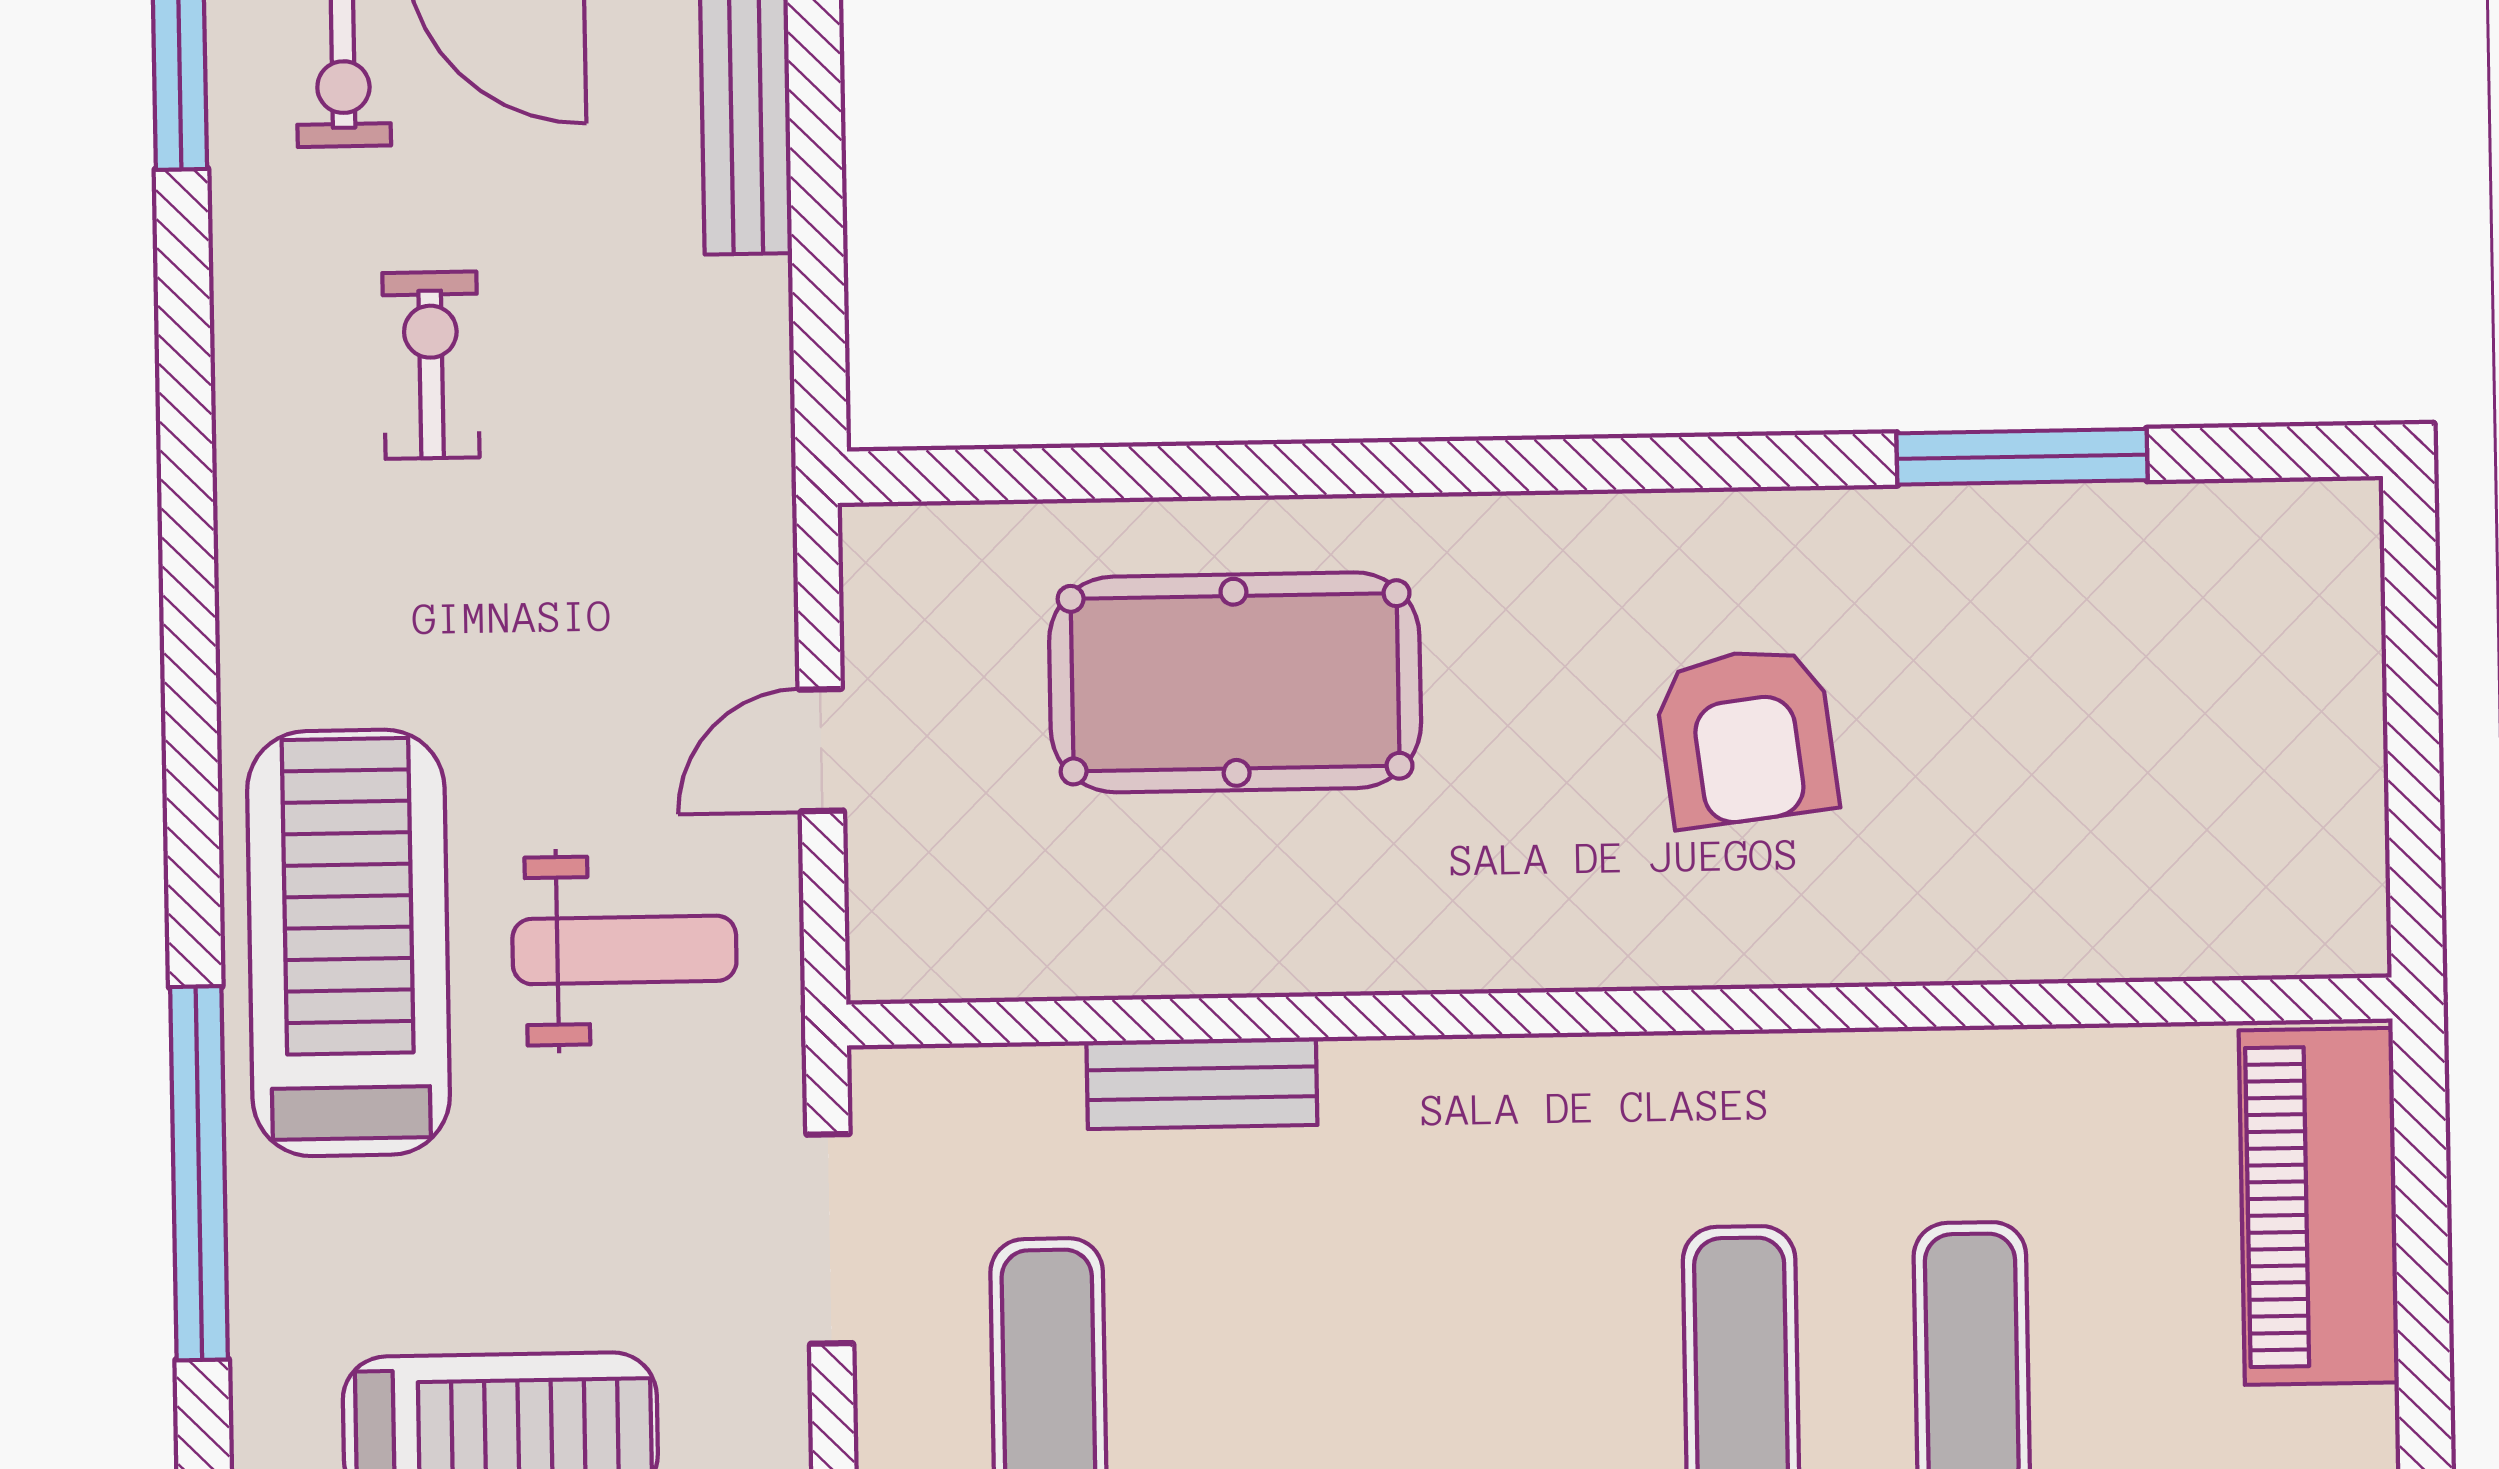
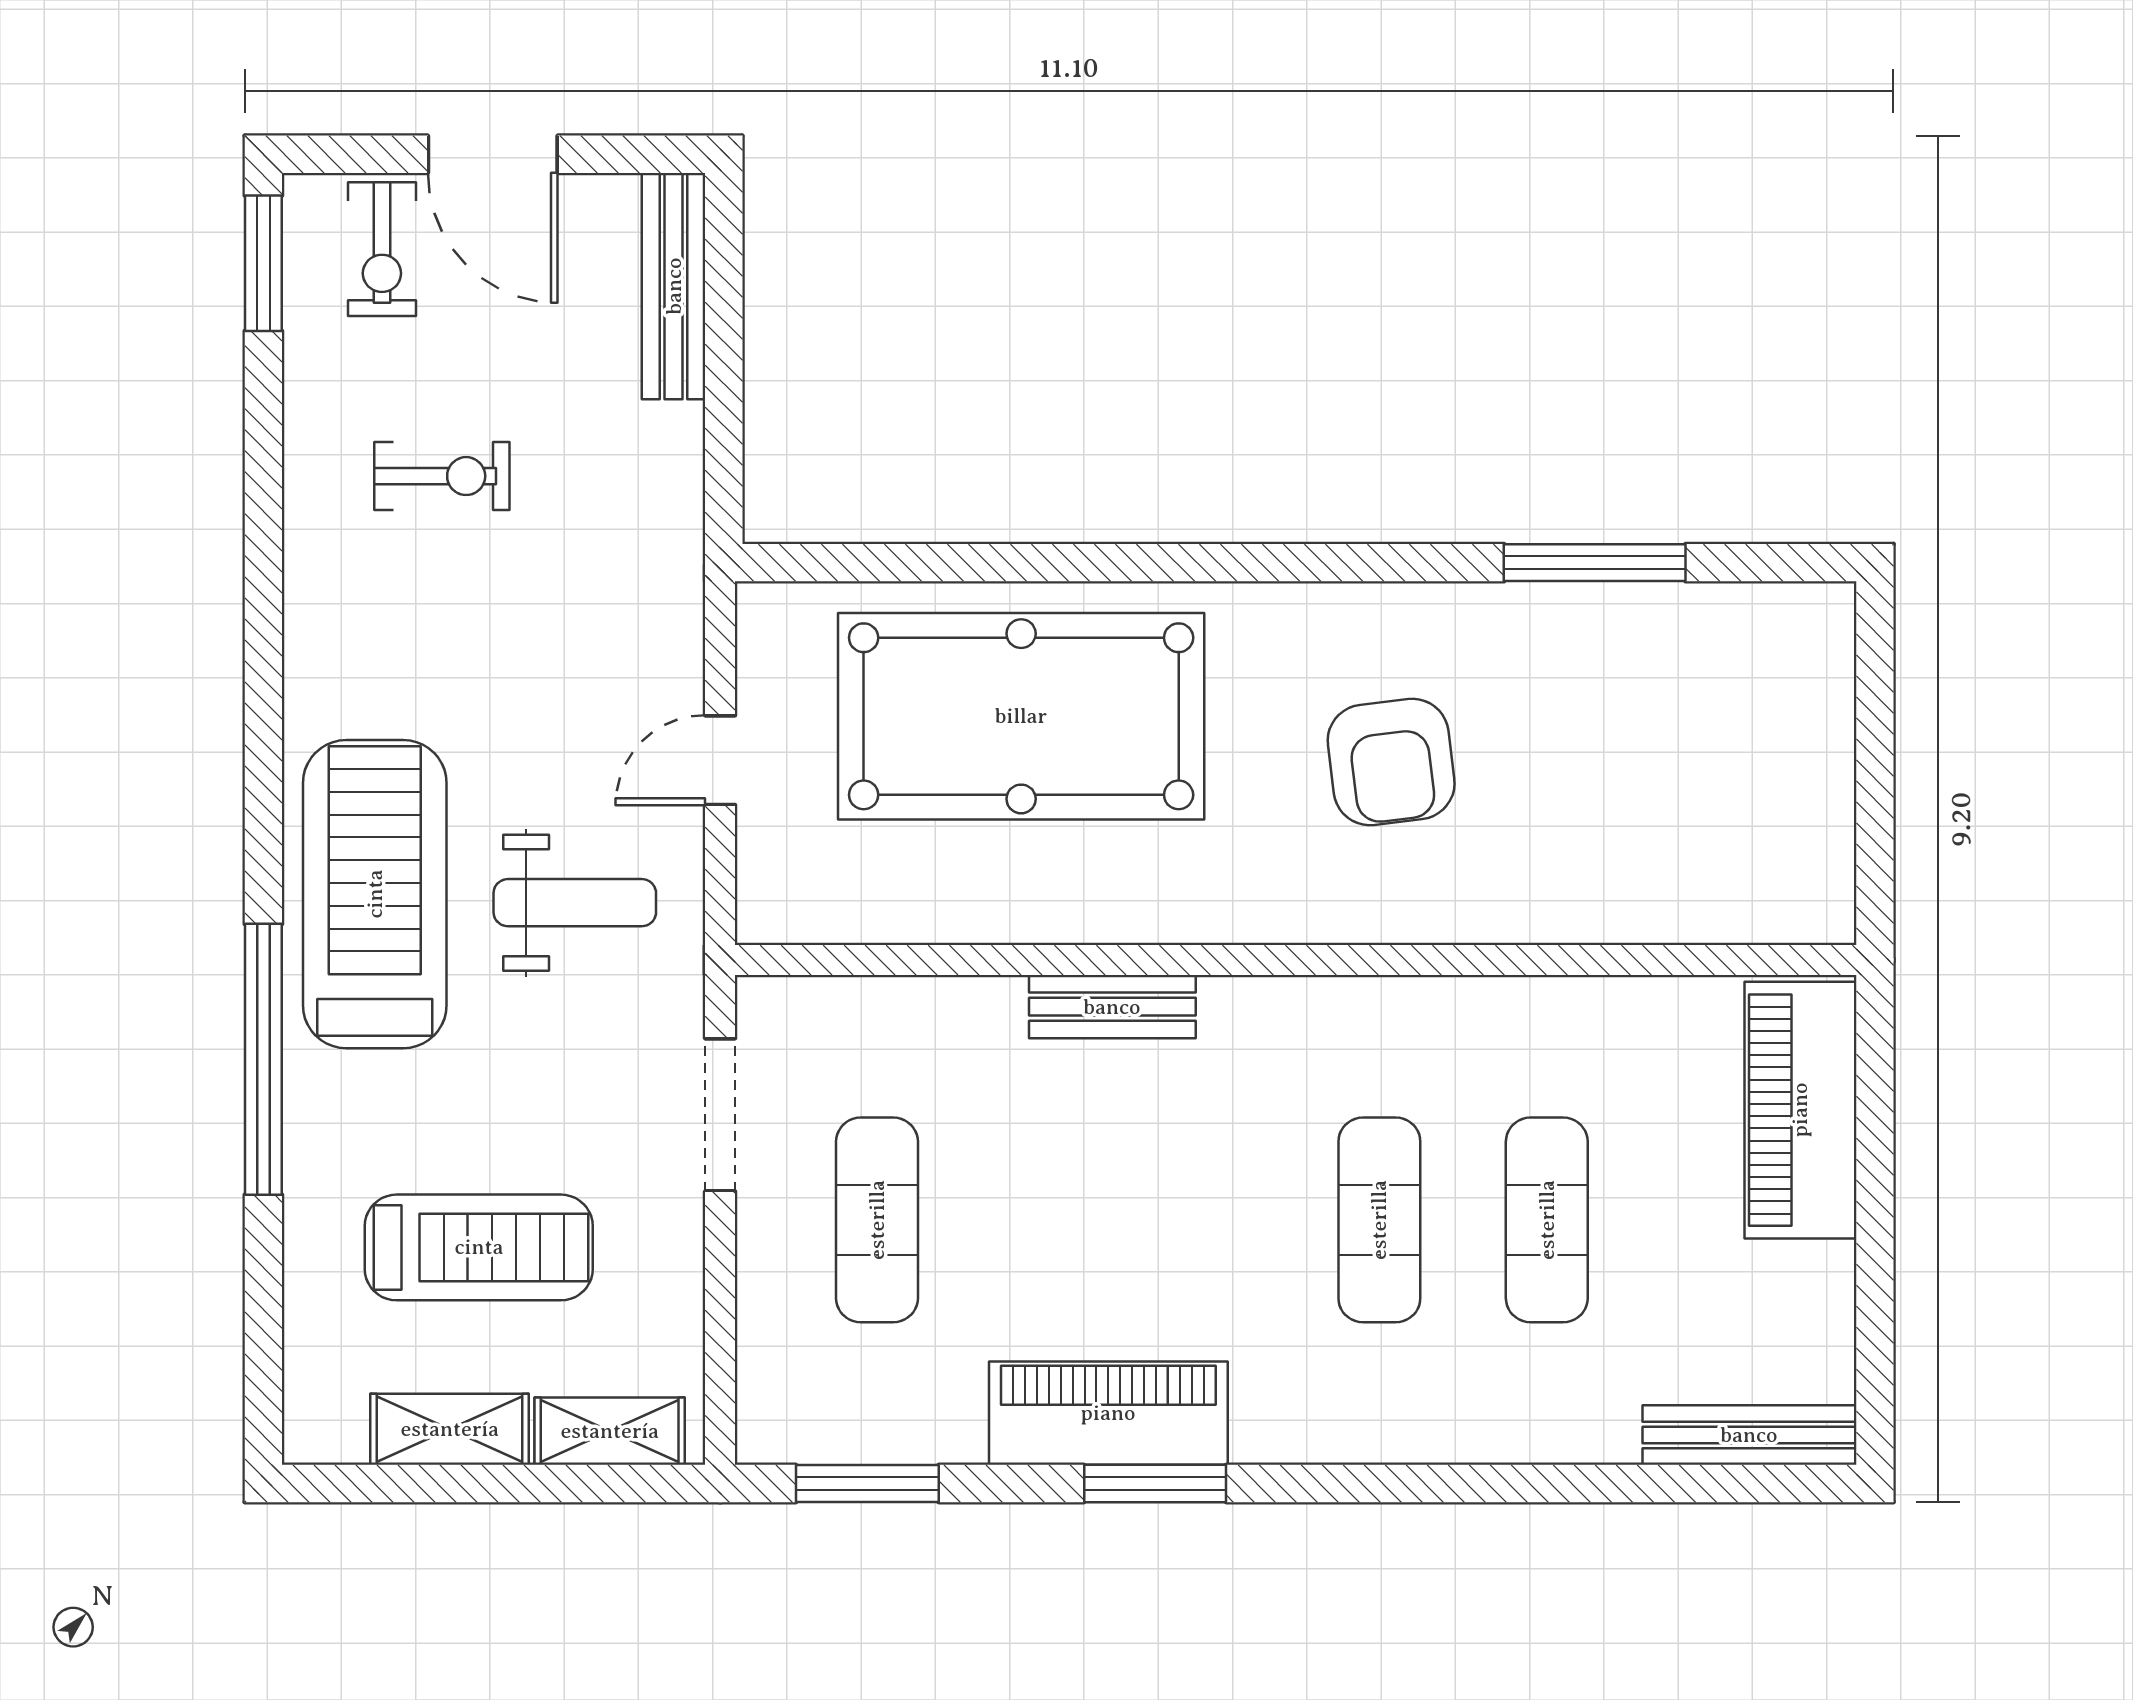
exercise bike: (431, 365) -> (442, 476), turned 90
pool table: (1235, 682) -> (1021, 716), width x1.36, depth x1.32
bench: (1202, 1083) -> (1112, 1007), moved

